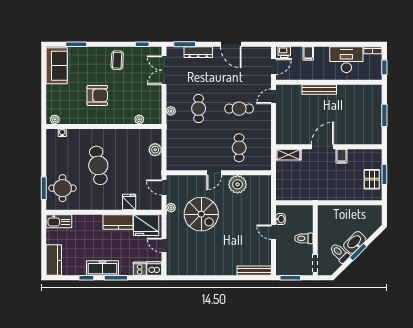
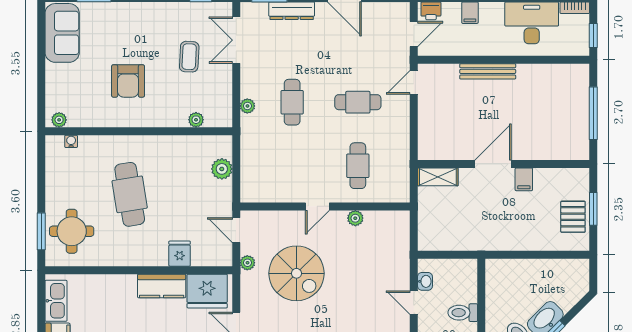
coffee table: (117, 60) -> (189, 57), moved
armchair: (97, 95) -> (128, 81), turned 90
window: (384, 115) -> (593, 113), width x1.44
plant: (238, 184) -> (355, 218), width x0.53, depth x0.53
kitchen sink: (59, 221) -> (56, 301), moved, turned -90

